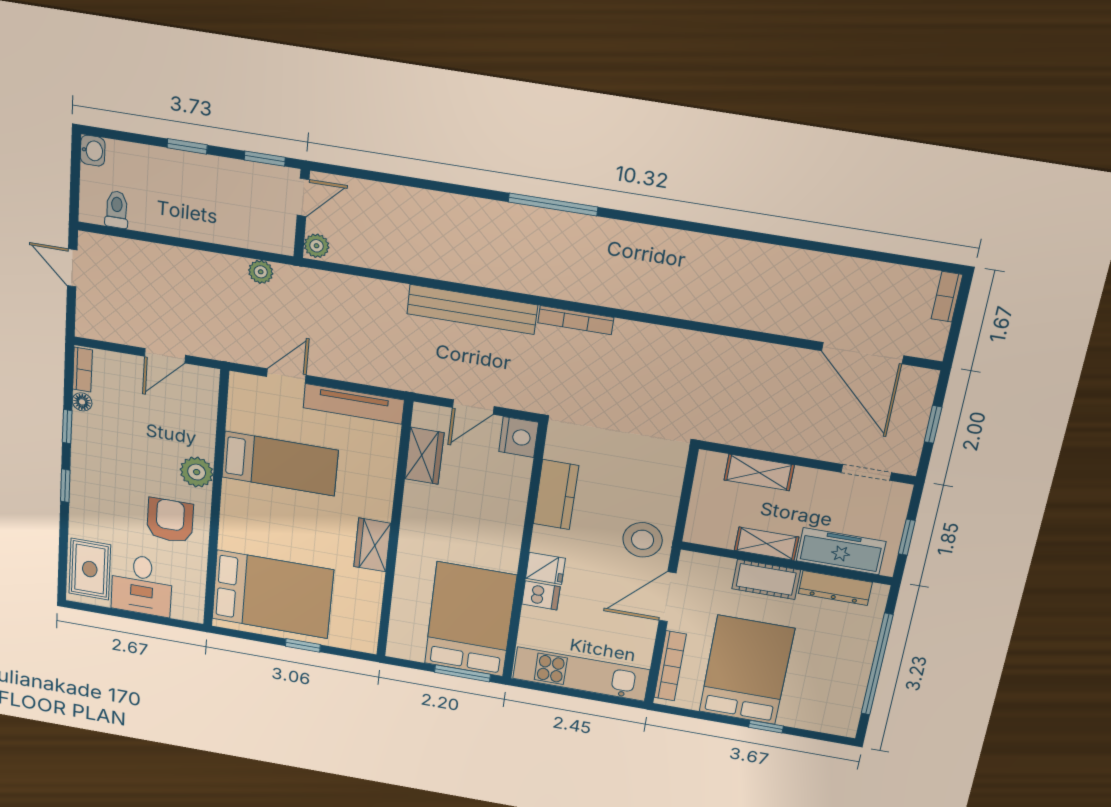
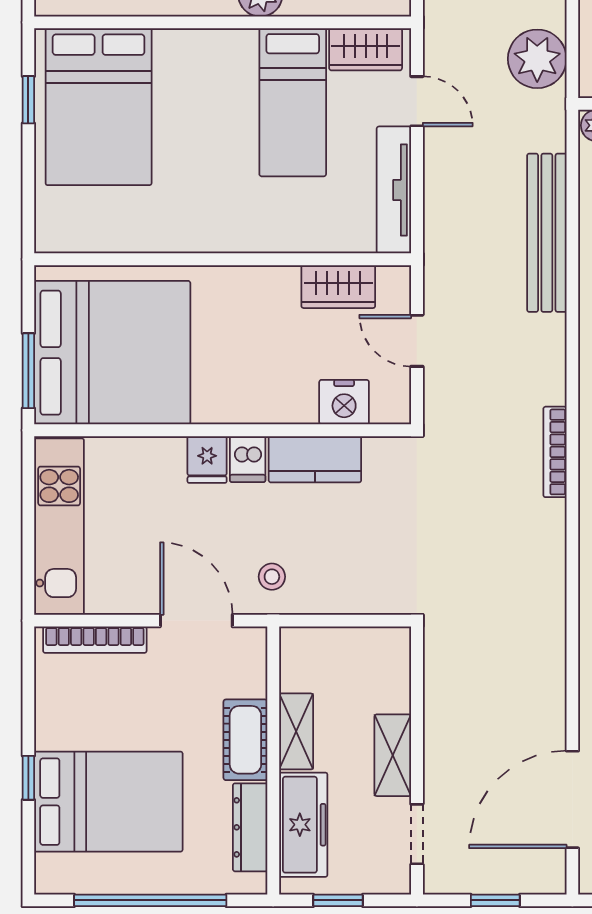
plant: (261, 272) -> (537, 59), width x1.88, depth x1.88
bench: (472, 309) -> (547, 233), moved
nightstand: (519, 437) -> (344, 402), moved
shelving: (759, 472) -> (393, 755), moved
stool: (643, 540) -> (272, 577), width x0.53, depth x0.53
wardrobe: (372, 545) -> (366, 49), moved, turned 180
dishwasher: (541, 595) -> (248, 459), moved
bed: (470, 620) -> (112, 353), width x1.36
window: (303, 645) -> (28, 100), moved
bed: (747, 670) -> (108, 802), moved

